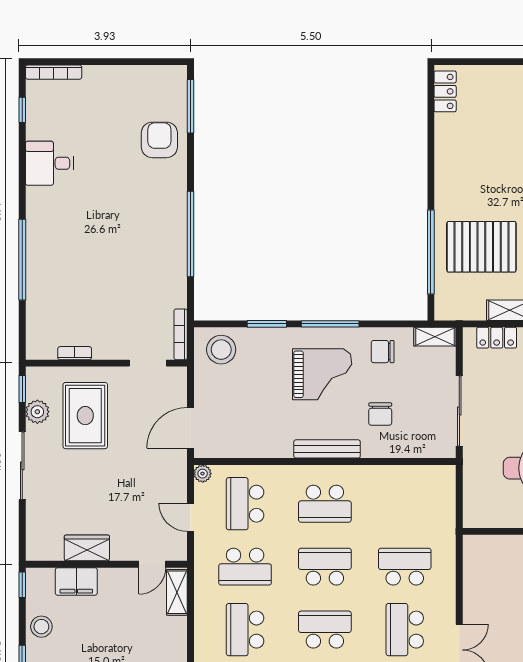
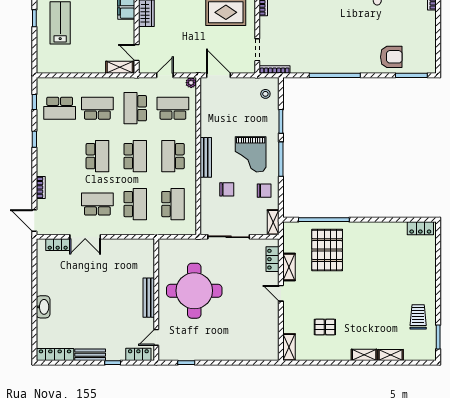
stool: (221, 350) -> (265, 94), width x0.53, depth x0.53
chair: (383, 352) -> (264, 191), turned 90
chair: (380, 414) -> (227, 189), turned 180
school desk: (405, 504) -> (173, 204), added

